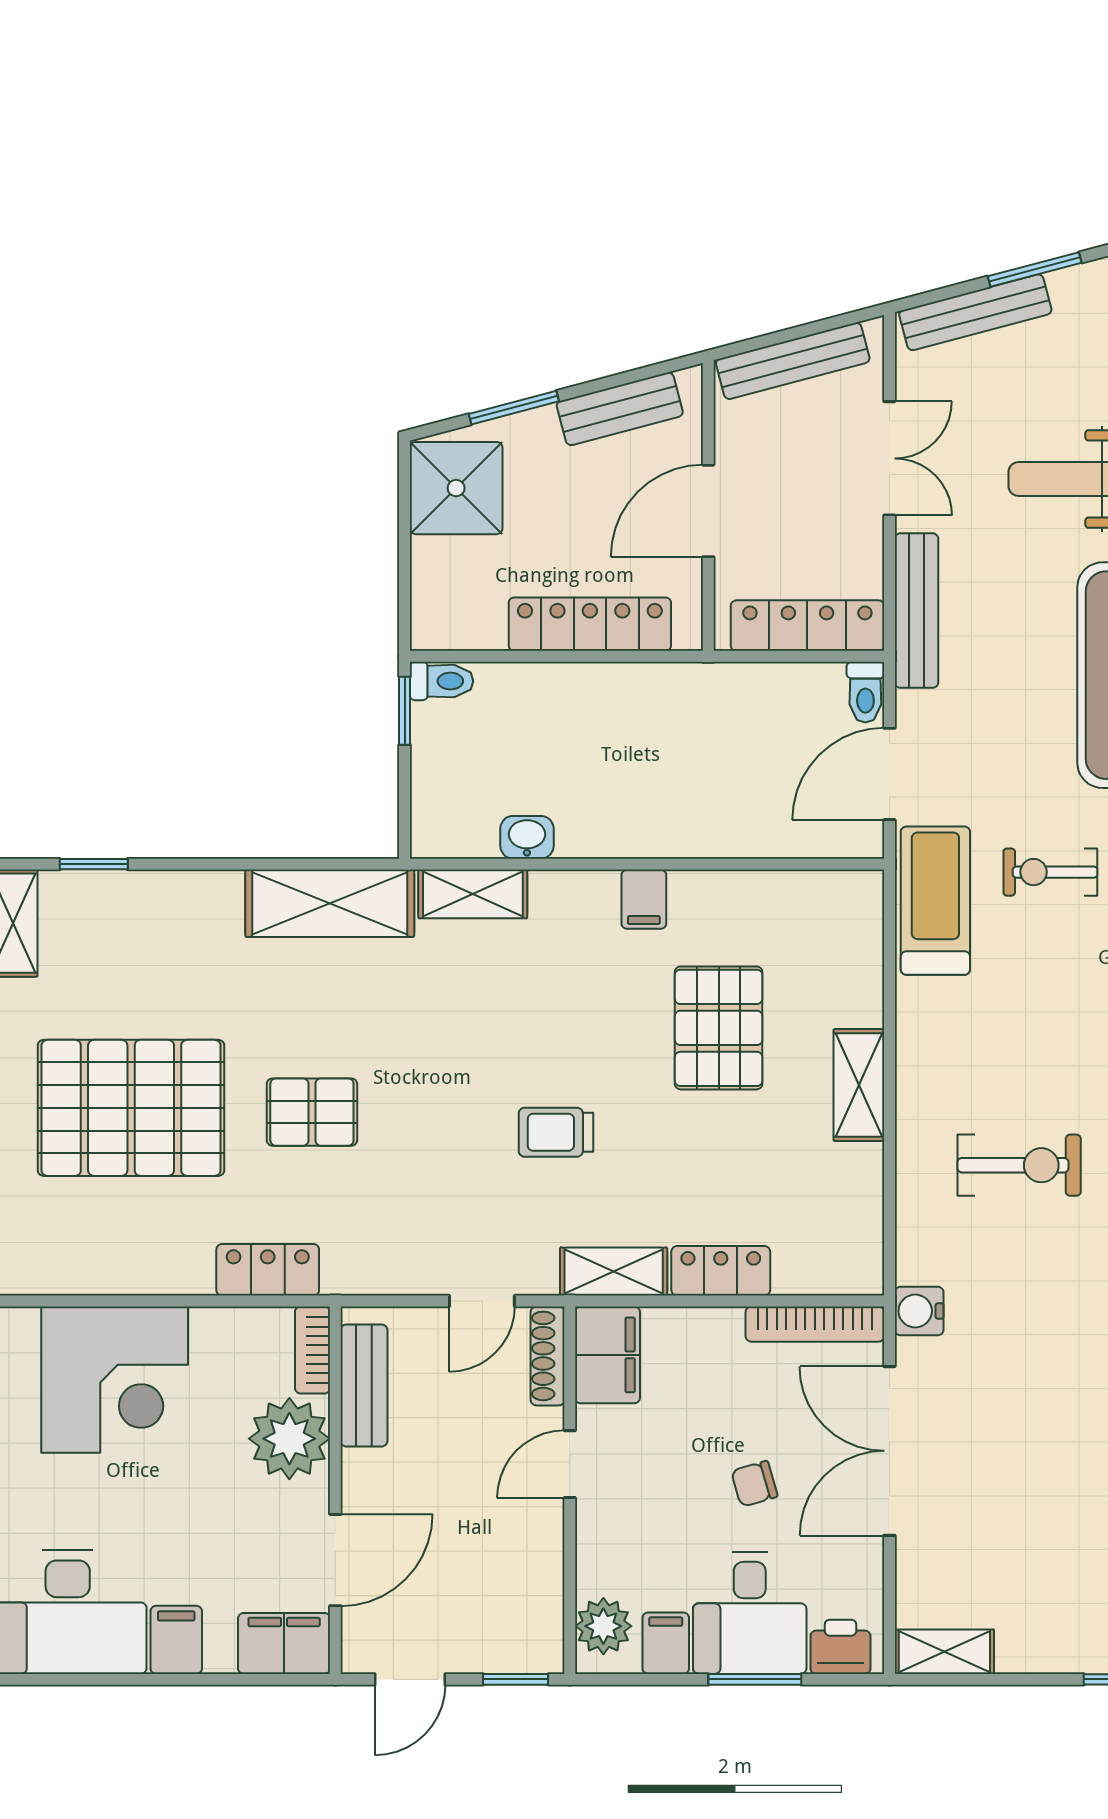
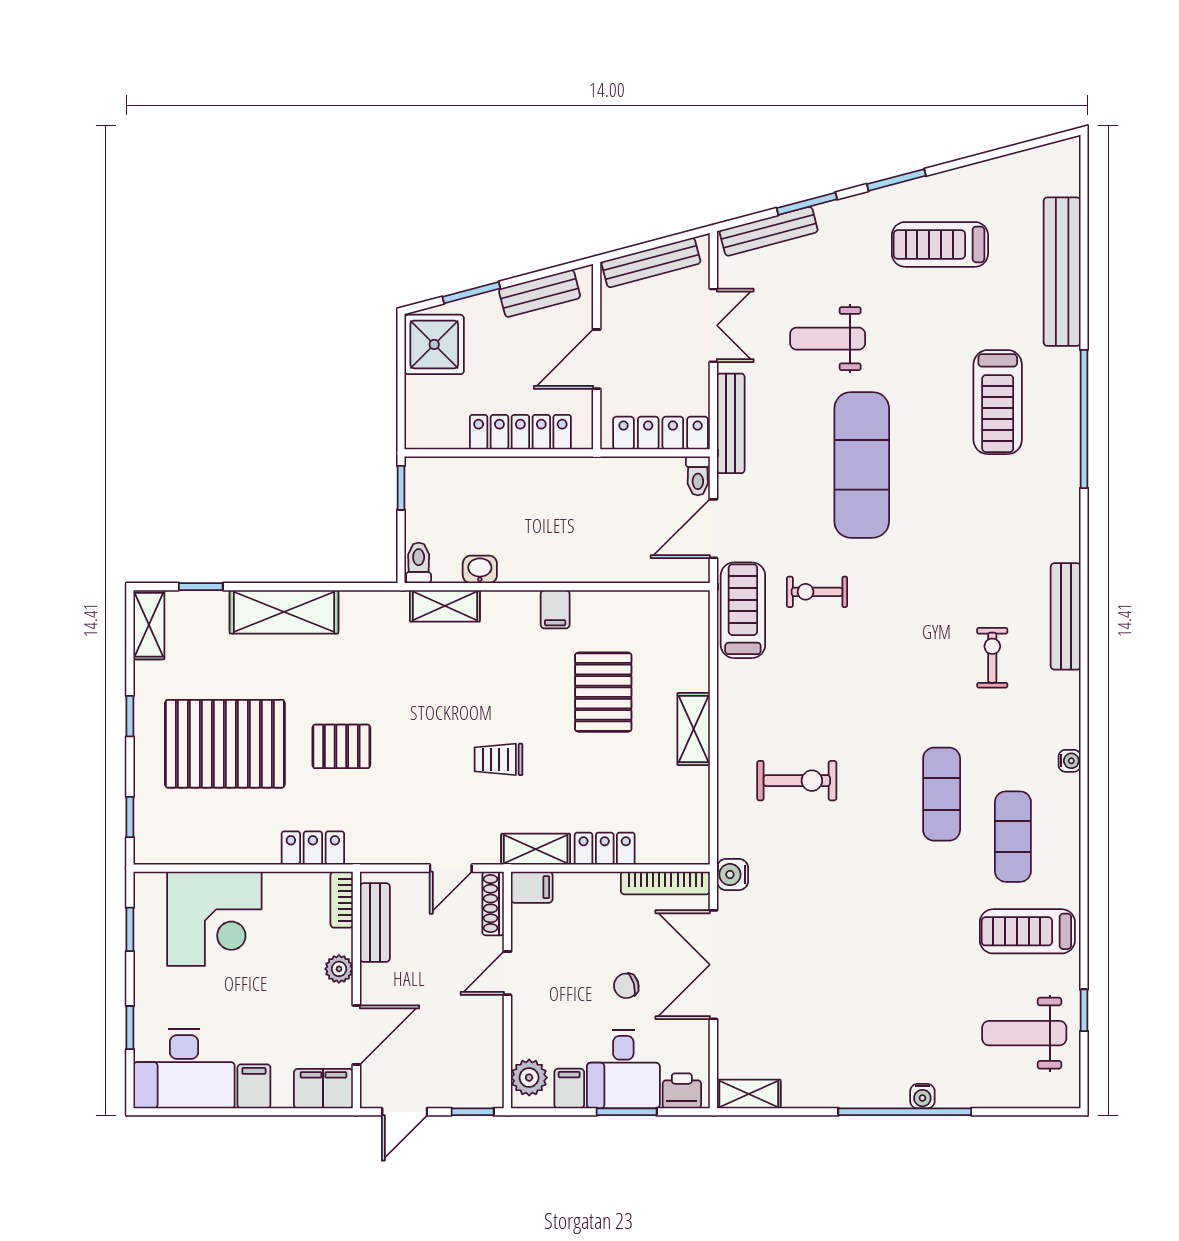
toilet: (442, 681) -> (419, 563), moved, turned -90
shelving: (330, 903) -> (284, 612), moved
filing cabinet: (607, 1355) -> (532, 887), width x0.50
plant: (289, 1439) -> (339, 969), width x0.53, depth x0.53

